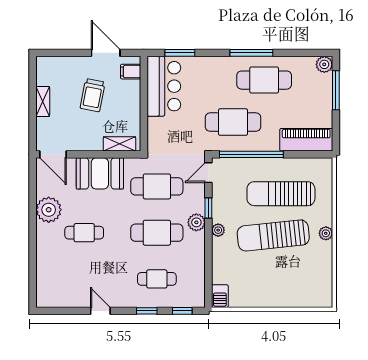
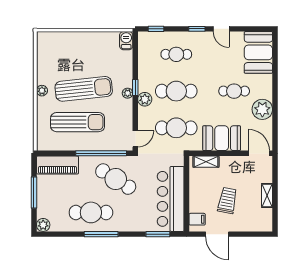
bar counter: (164, 86) -> (171, 199), width x1.36
window: (336, 90) -> (34, 193), moved
cafe table: (233, 122) -> (116, 179), turned 32
window: (208, 208) -> (135, 88), moved
booth: (54, 281) -> (258, 52), added
window: (147, 311) -> (197, 29), moved

